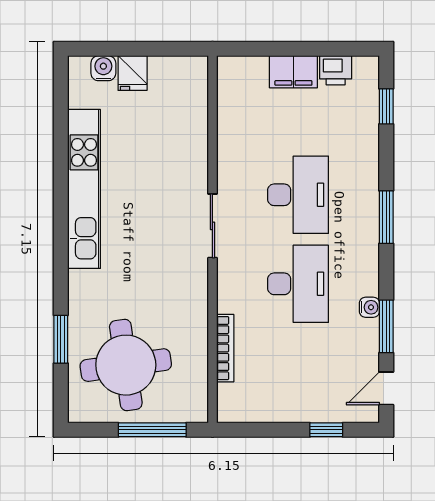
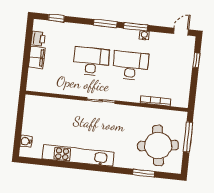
fridge: (133, 73) -> (29, 129), removed
window: (386, 326) -> (136, 27), moved
door: (386, 388) -> (181, 32), swing flipped

